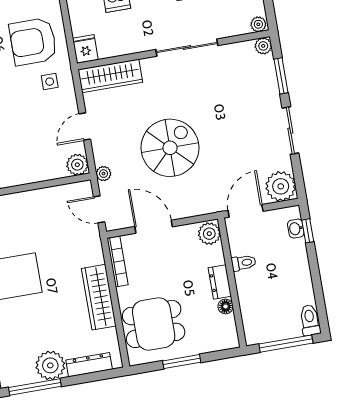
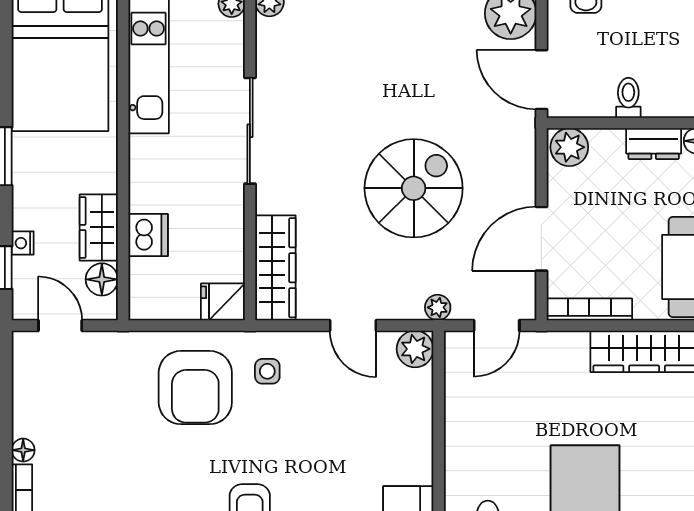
spiral stairs: (170, 148) -> (414, 188), turned 90

